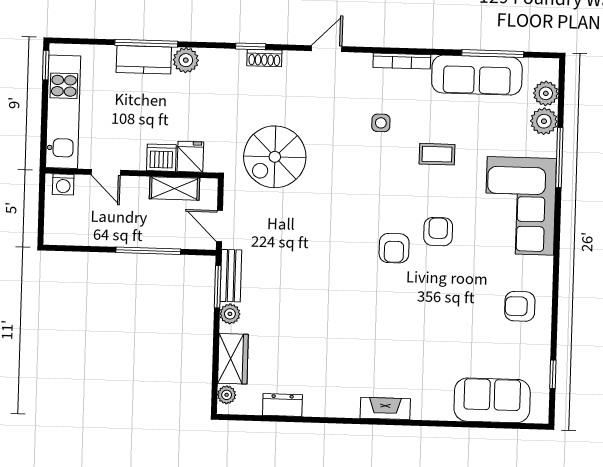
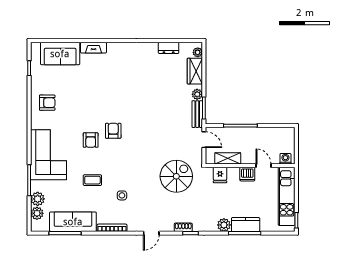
dishwasher: (161, 158) -> (247, 174), moved
fireplace: (385, 408) -> (94, 48), moved

